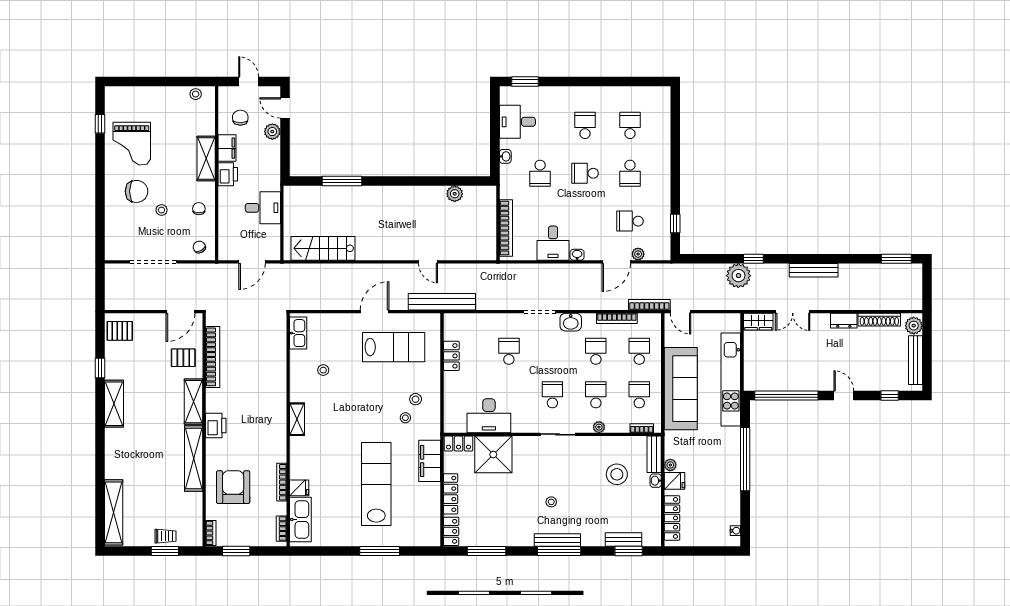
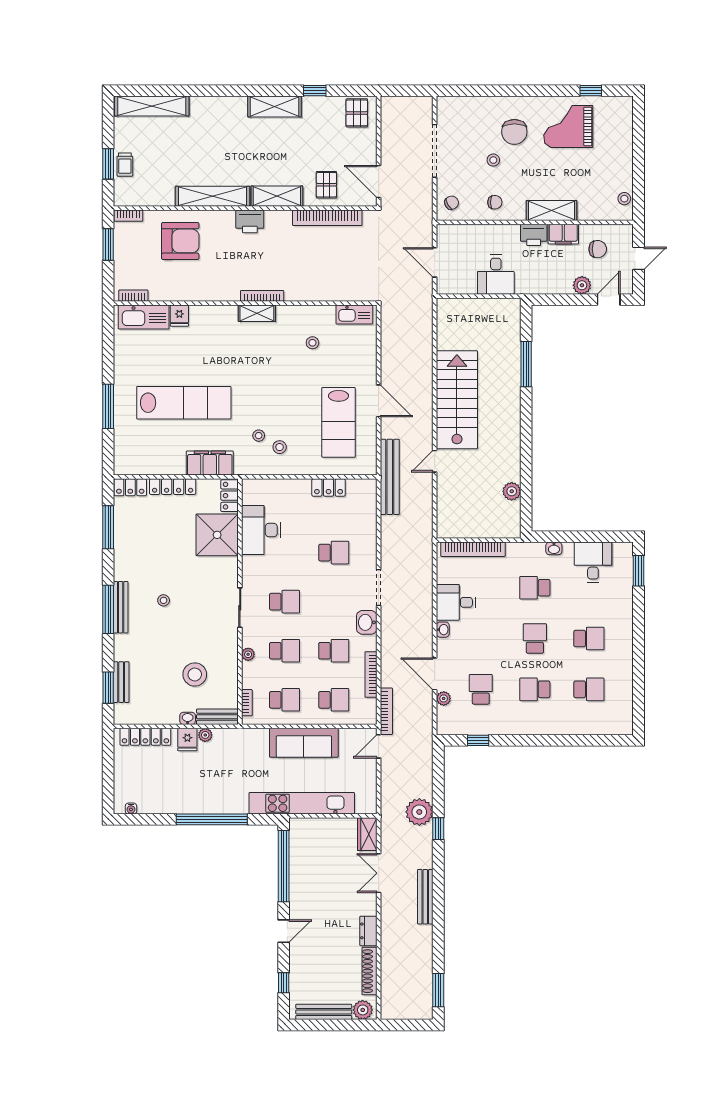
stairs: (323, 248) -> (457, 400), moved, width x1.36, depth x1.51
sofa: (681, 389) -> (304, 743), width x0.74, depth x0.79
bookcase: (282, 482) -> (262, 296), moved

